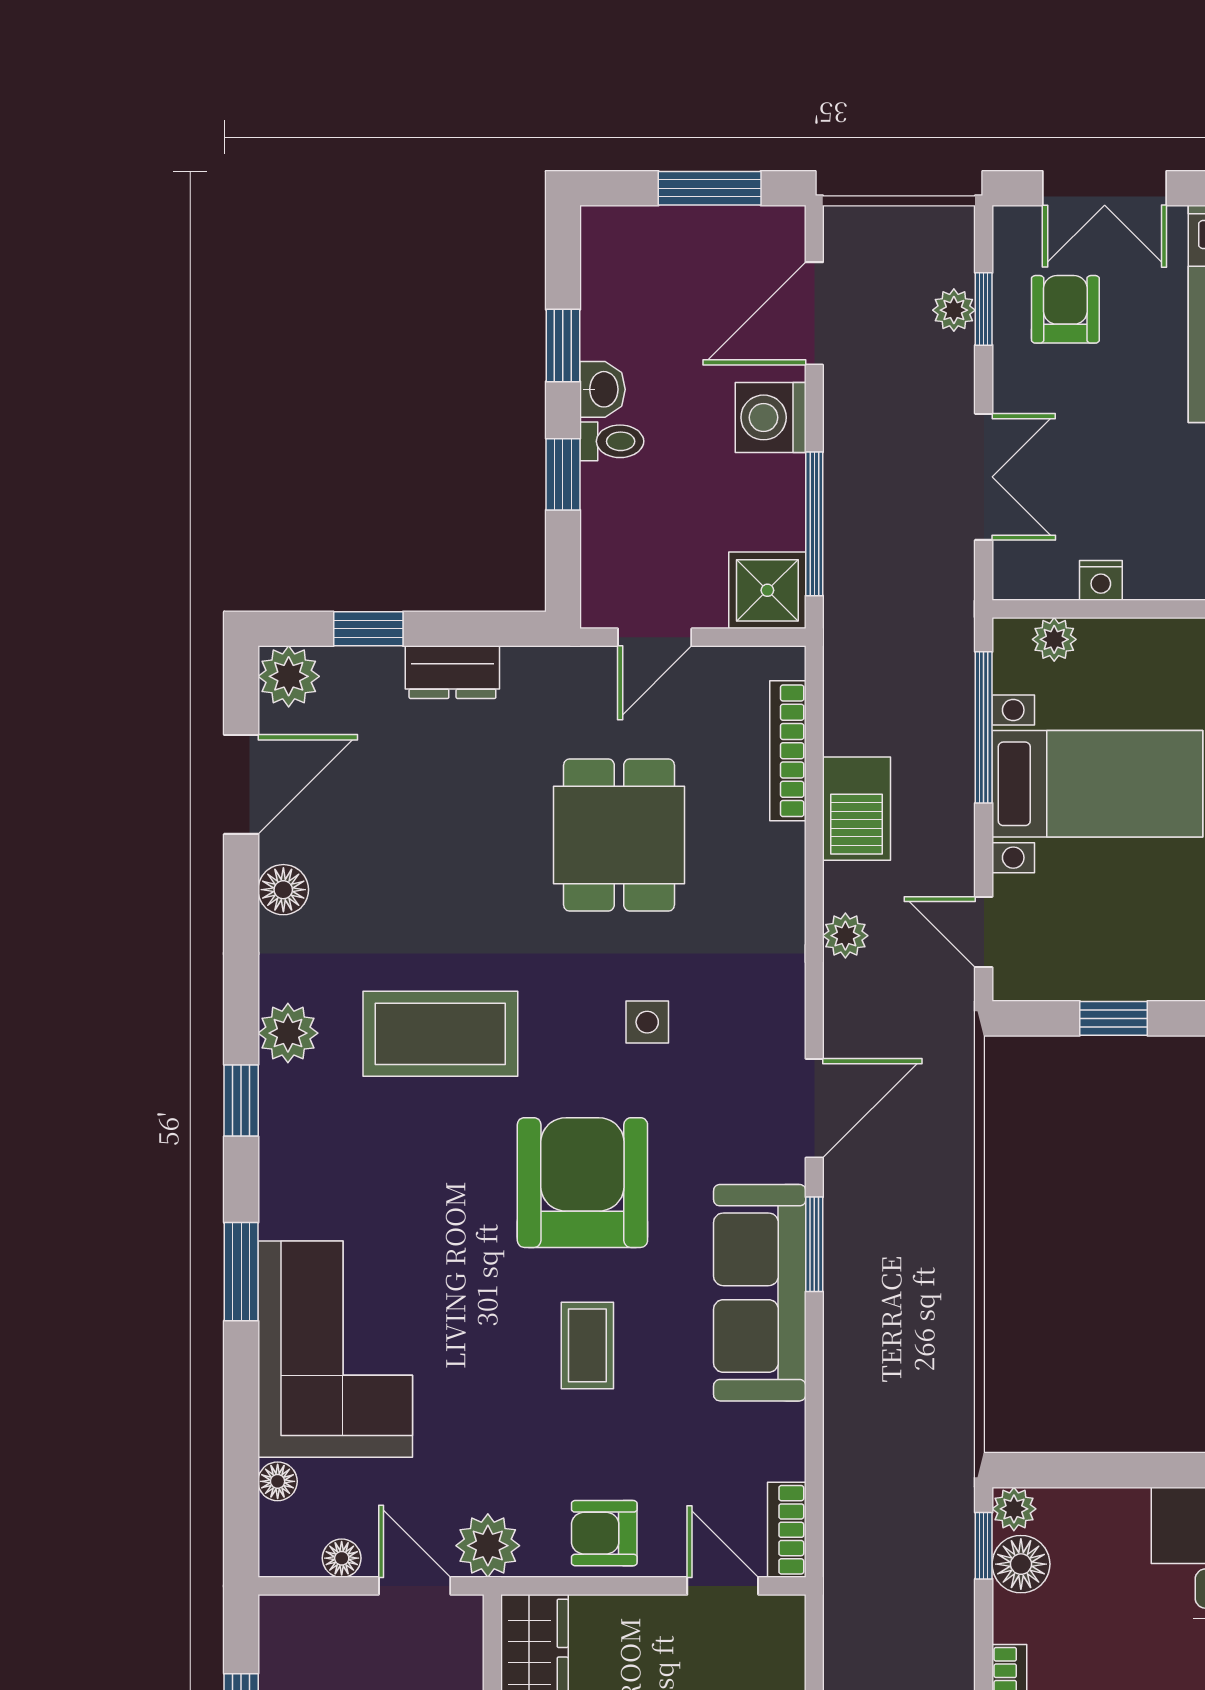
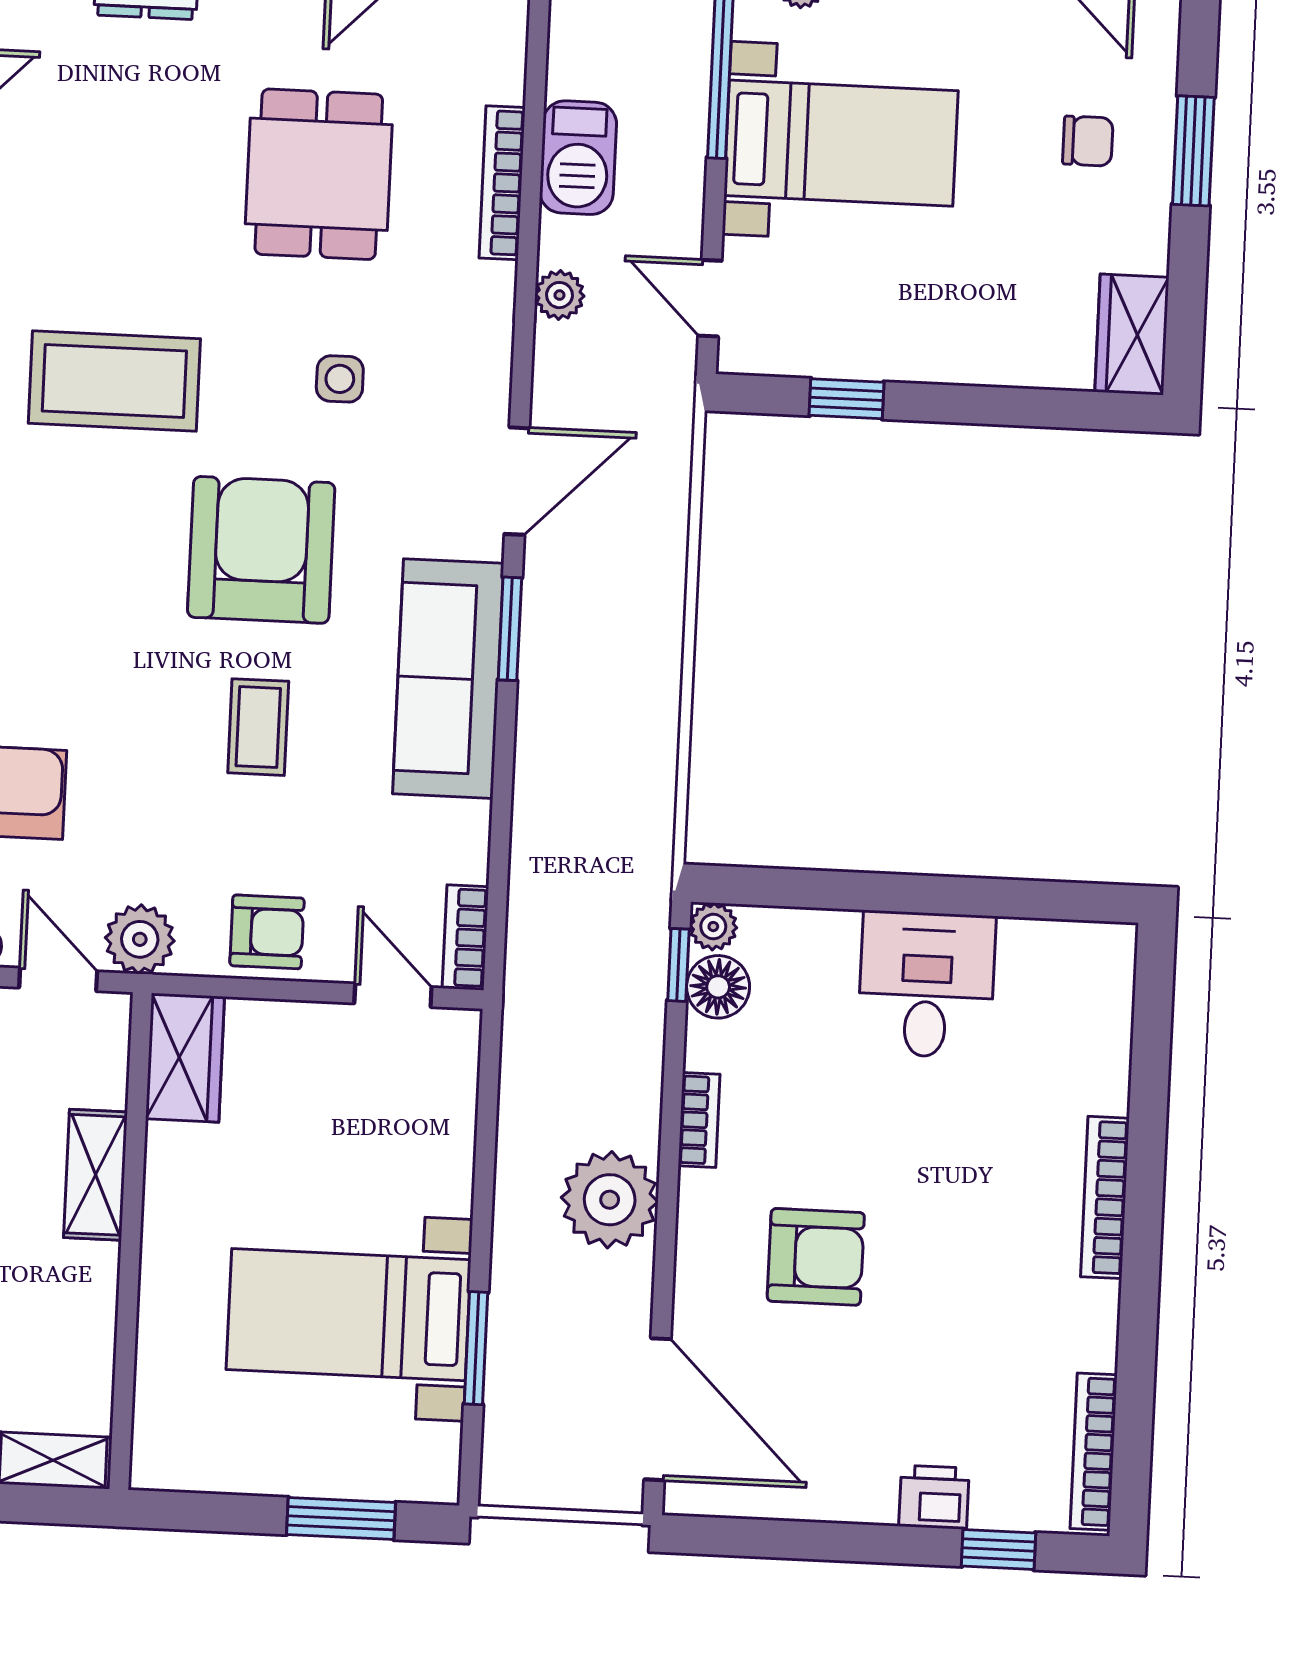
bookcase: (788, 751) -> (502, 183), moved
armchair: (604, 1533) -> (267, 932), turned 180

